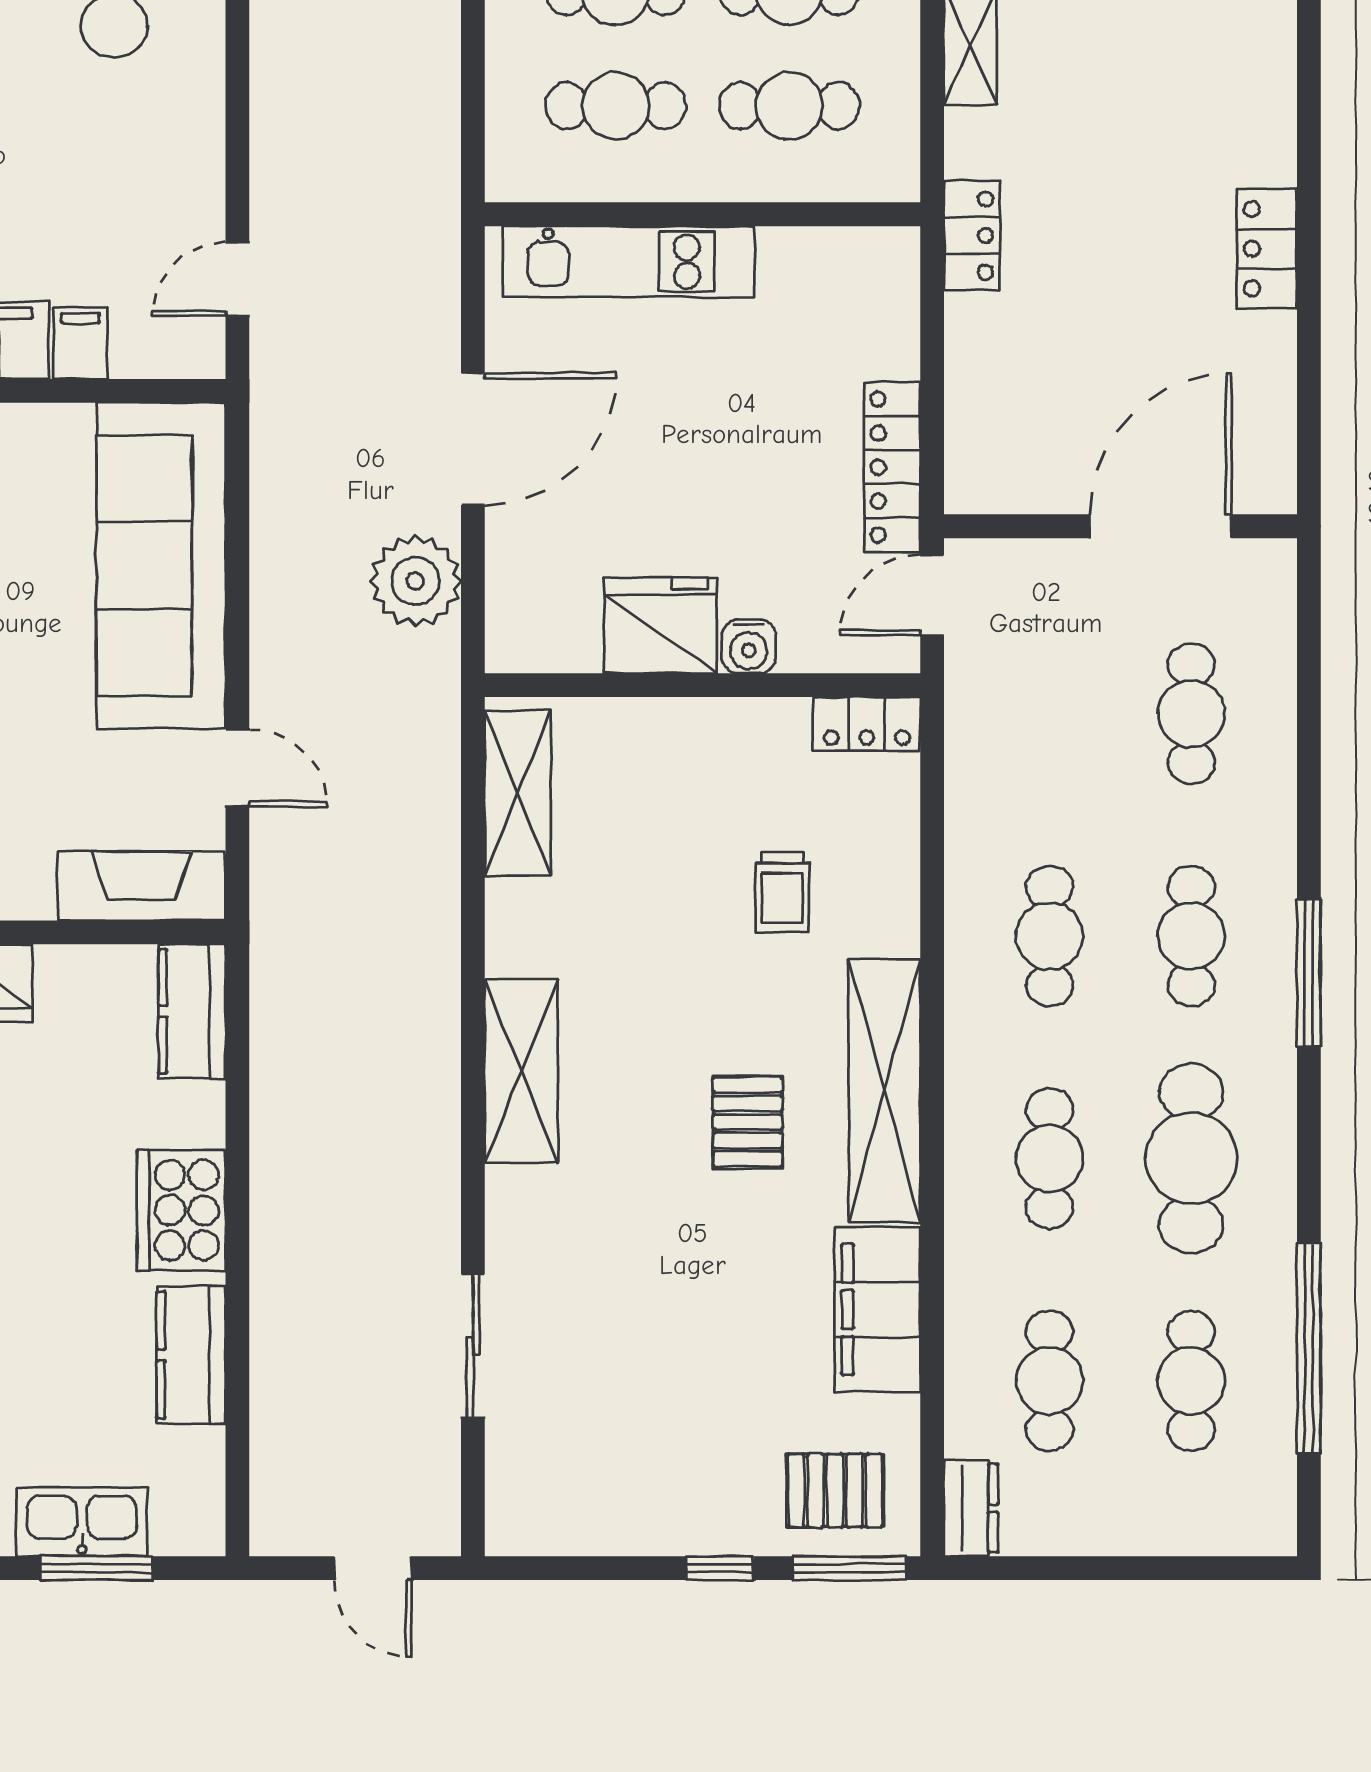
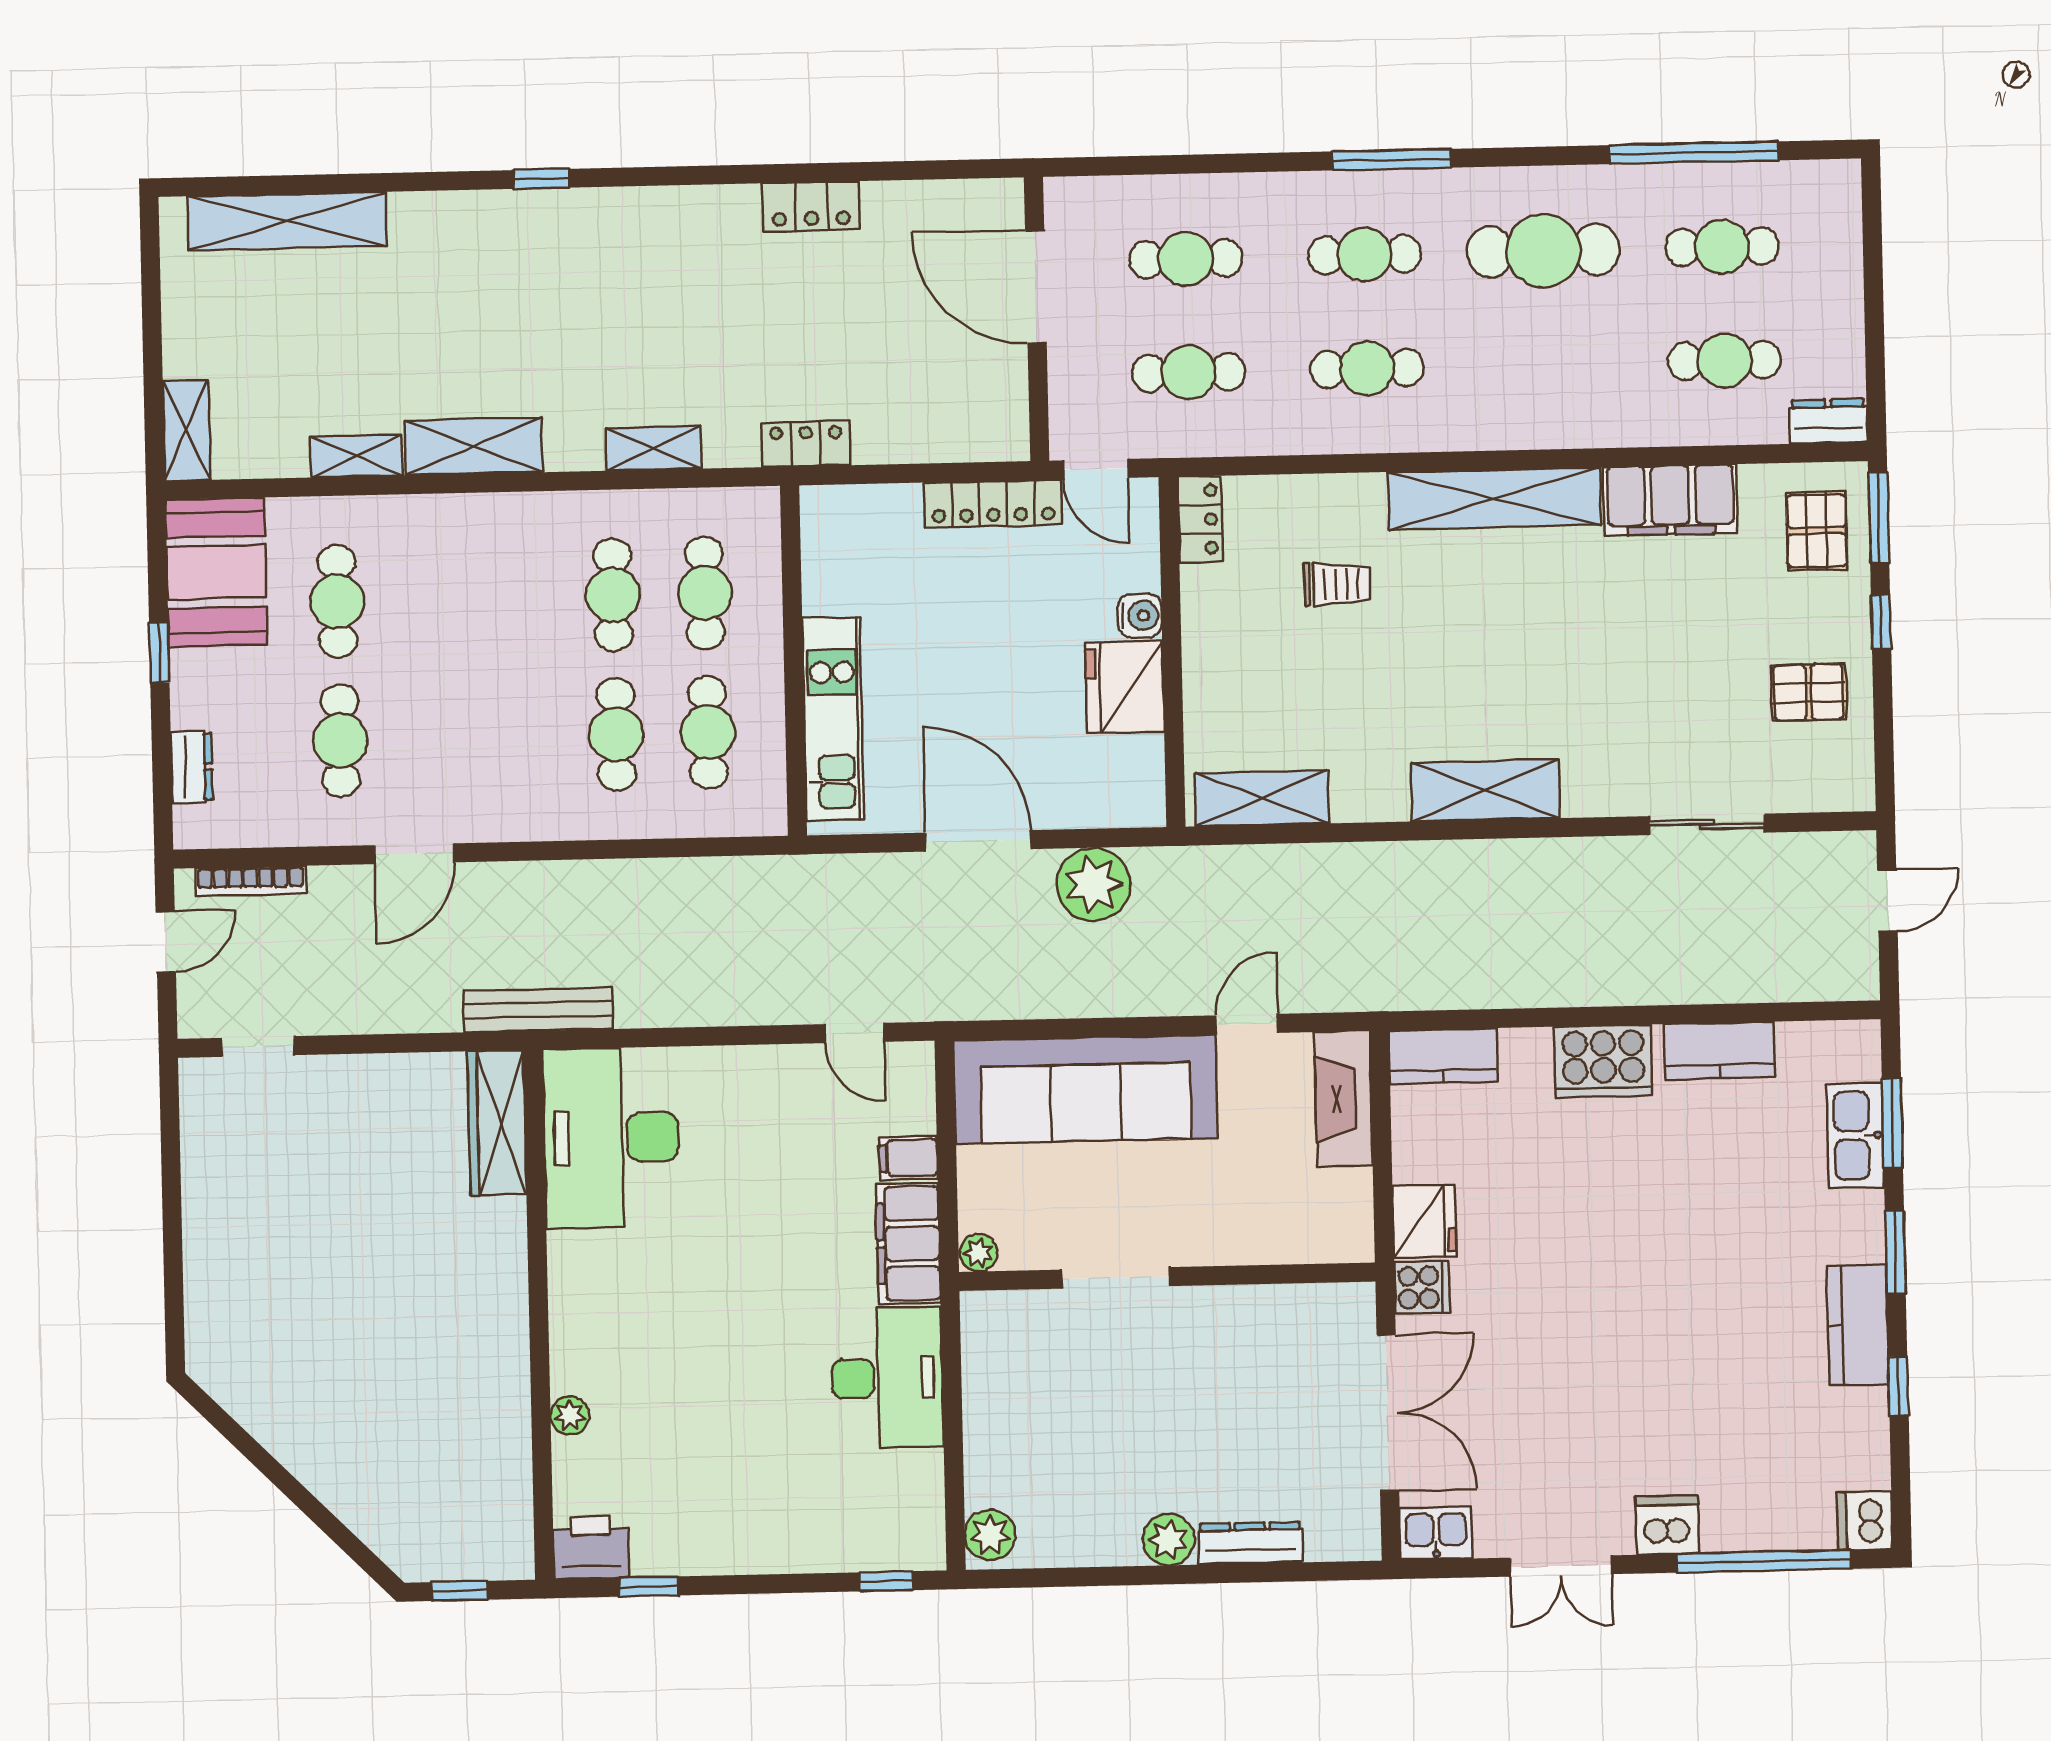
pallet: (748, 1122) -> (1808, 692), moved
cafe table: (1050, 1158) -> (1188, 373), moved

